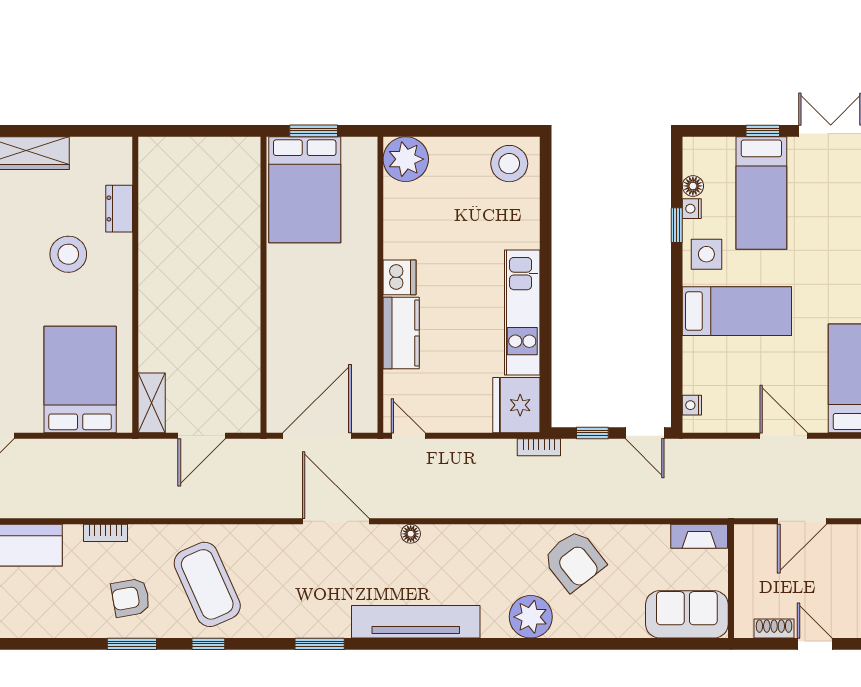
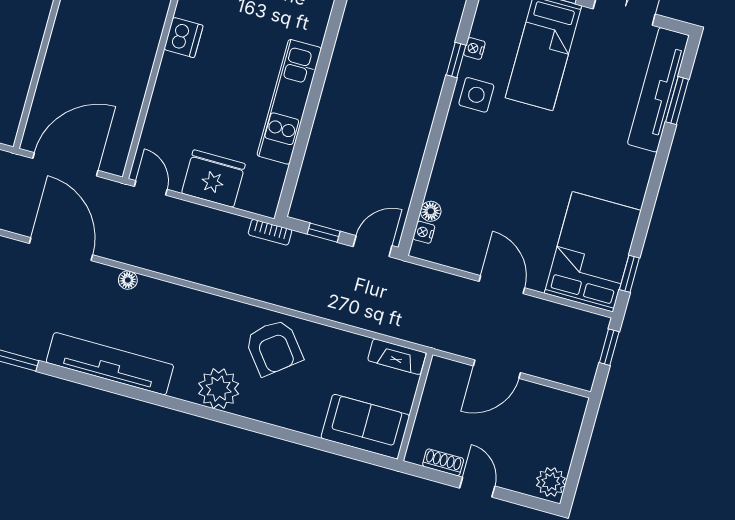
floor lamp: (693, 186) -> (431, 211), moved
bed: (737, 311) -> (490, 156), removed
kitchen counter: (401, 333) -> (171, 90), removed
fridge: (516, 405) -> (213, 179), moved, turned 90
door: (645, 433) -> (373, 246), swing flipped

